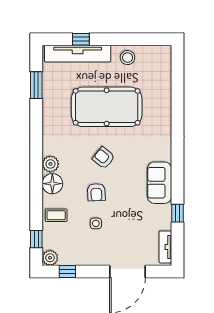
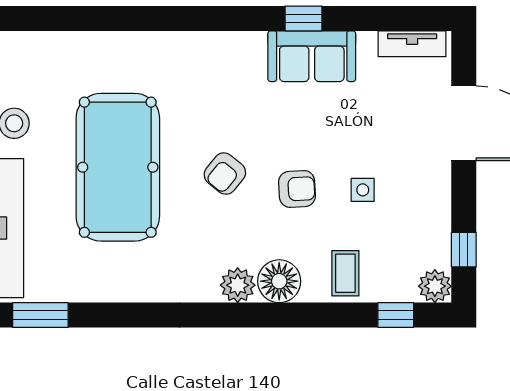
window: (36, 85) -> (40, 315), moved
sofa: (159, 183) -> (312, 56), moved
window: (177, 213) -> (304, 18), moved

